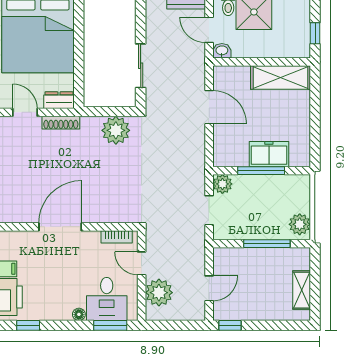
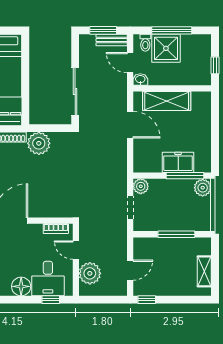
sliding door: (141, 66) -> (75, 91), width x1.37
shelving: (280, 78) -> (167, 101), moved
plant: (116, 130) -> (39, 143), moved
window: (261, 171) -> (185, 176), moved
plant: (300, 224) -> (203, 188), moved
floor lamp: (79, 314) -> (21, 286), width x1.89, depth x1.89
window: (110, 325) -> (51, 300), width x0.67

